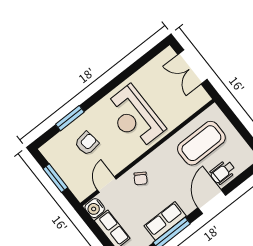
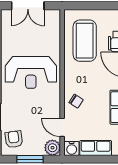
armchair: (87, 143) -> (14, 139), moved
plant: (82, 190) -> (52, 148), added

